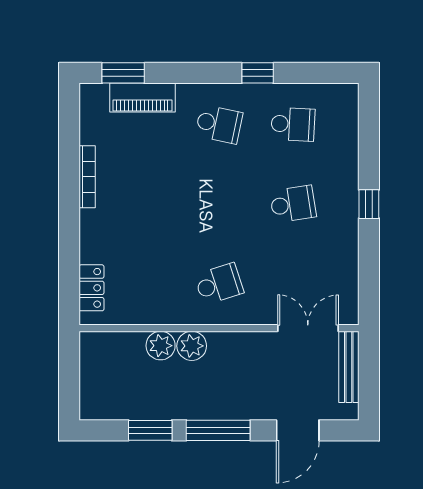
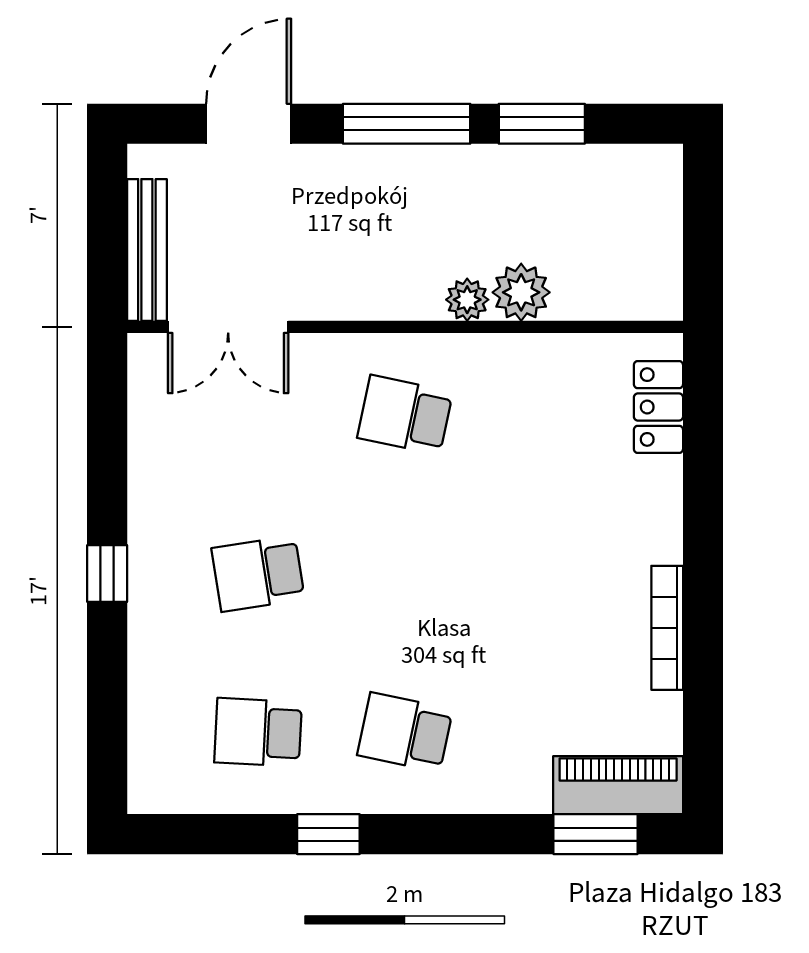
piano: (142, 98) -> (618, 785), moved
school desk: (219, 284) -> (405, 415), turned 30
plant: (192, 346) -> (467, 300), width x0.73, depth x0.73

